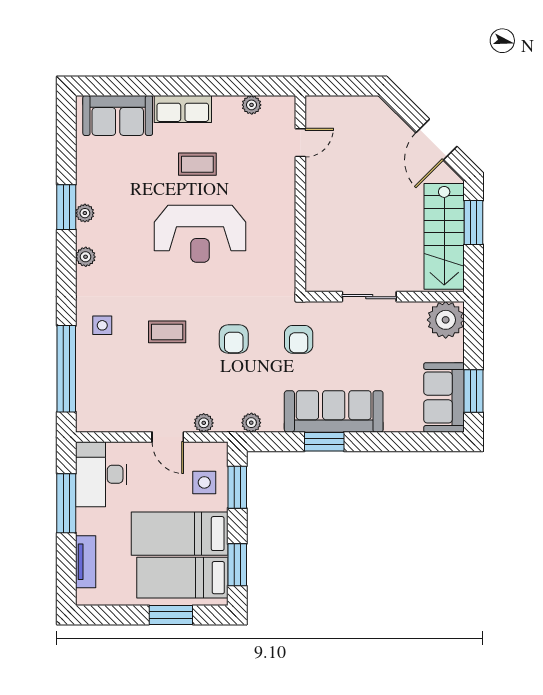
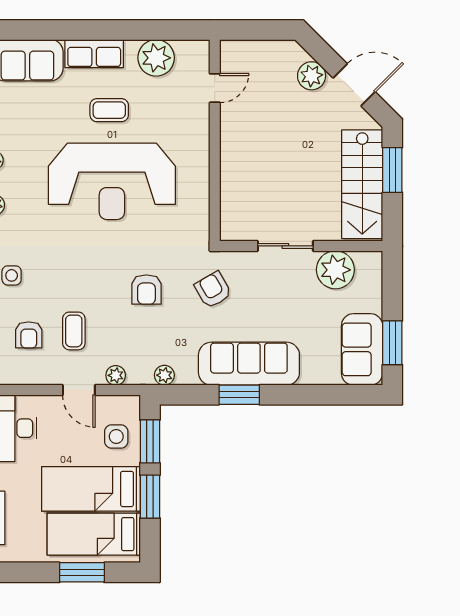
plant: (252, 105) -> (156, 58), width x1.88, depth x1.88
plant: (395, 131) -> (312, 76), added
door: (436, 140) -> (354, 85), swing flipped
reception desk: (200, 234) -> (112, 181), width x1.36, depth x1.30
plant: (446, 320) -> (335, 270), moved
coffee table: (167, 332) -> (74, 331), moved, turned 90
armchair: (299, 339) -> (213, 290), turned 150
armchair: (119, 383) -> (29, 335), added
window: (237, 565) -> (150, 497), moved

